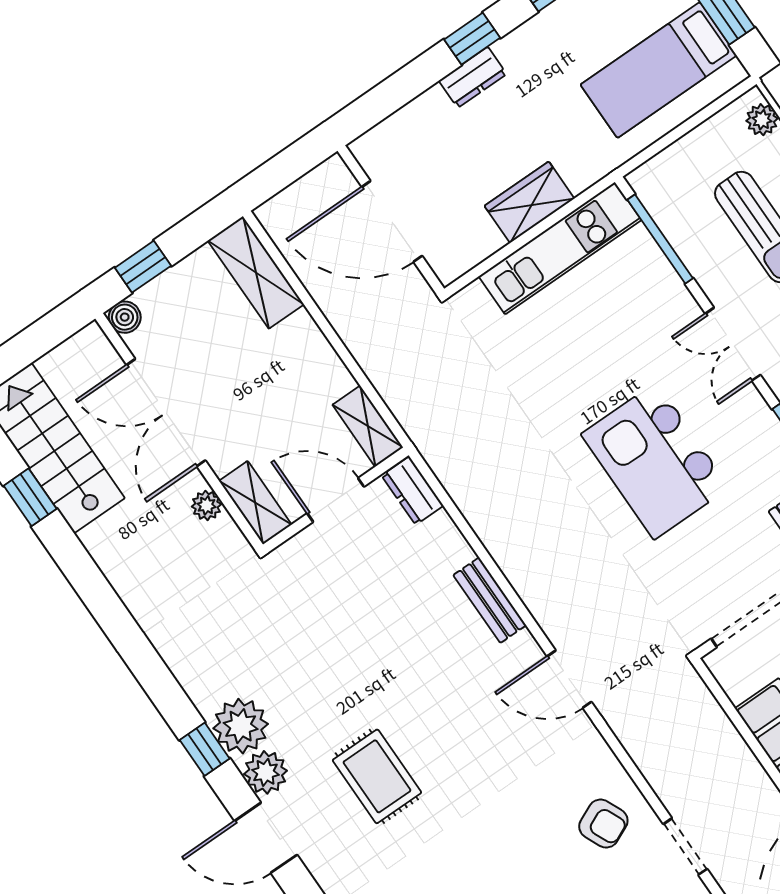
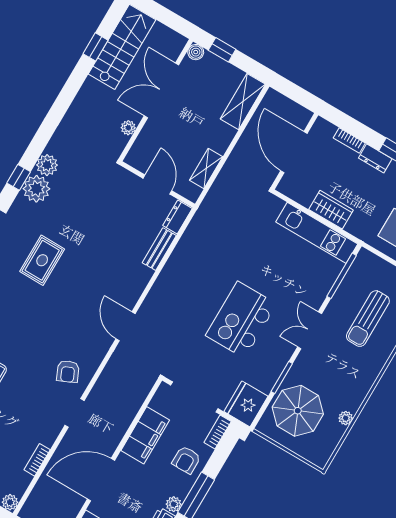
bookcase: (418, 110) -> (349, 141), added
shelving: (368, 426) -> (206, 168), moved
shelving: (255, 503) -> (140, 149), removed
bench: (490, 600) -> (159, 249), moved
plant: (266, 772) -> (47, 165), moved

